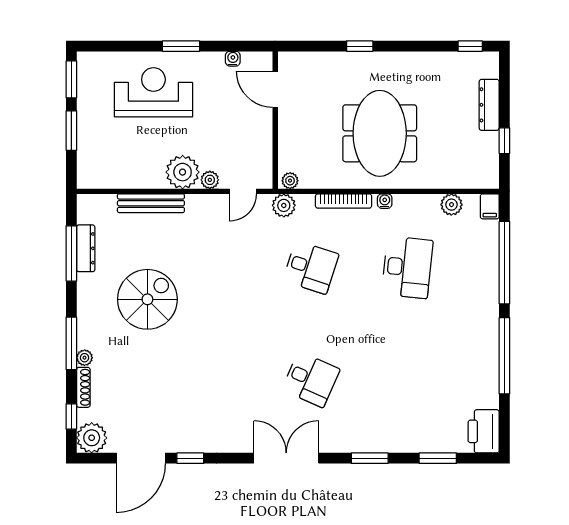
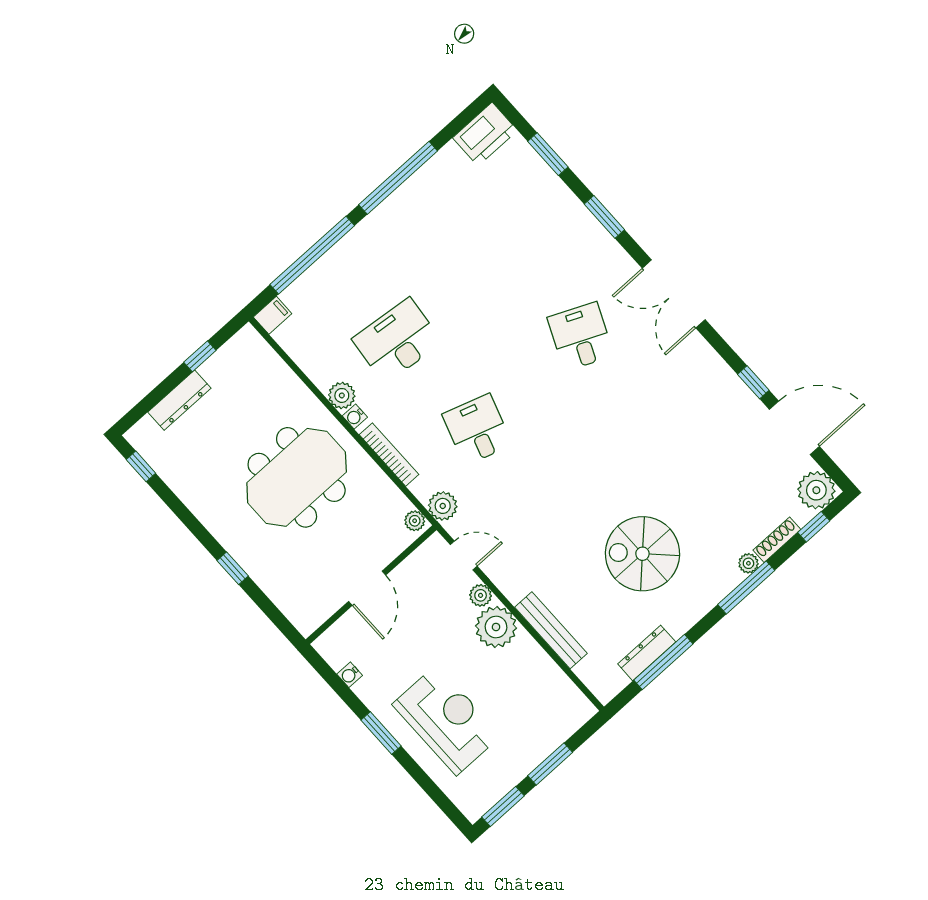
door: (275, 89) -> (367, 588), moved
reception desk: (153, 92) -> (447, 720), turned 180
plant: (451, 205) -> (342, 395), moved

